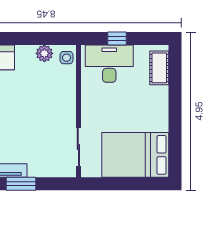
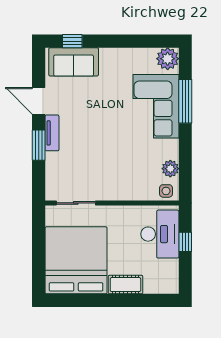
cot: (159, 68) -> (125, 285), moved
bed: (135, 155) -> (76, 260), width x1.36

